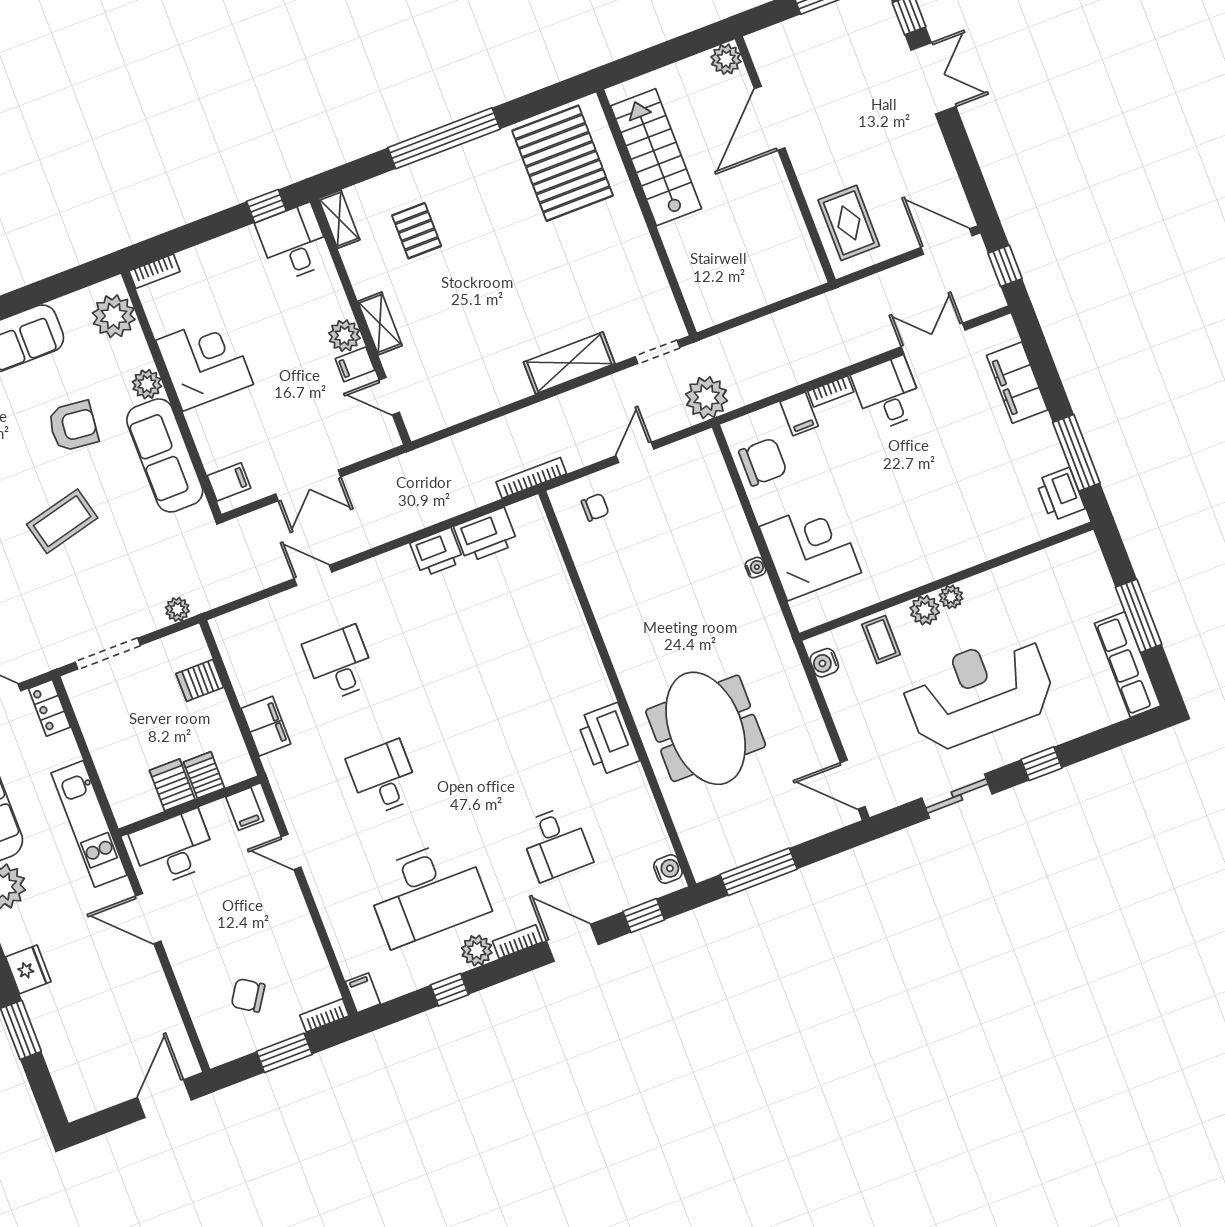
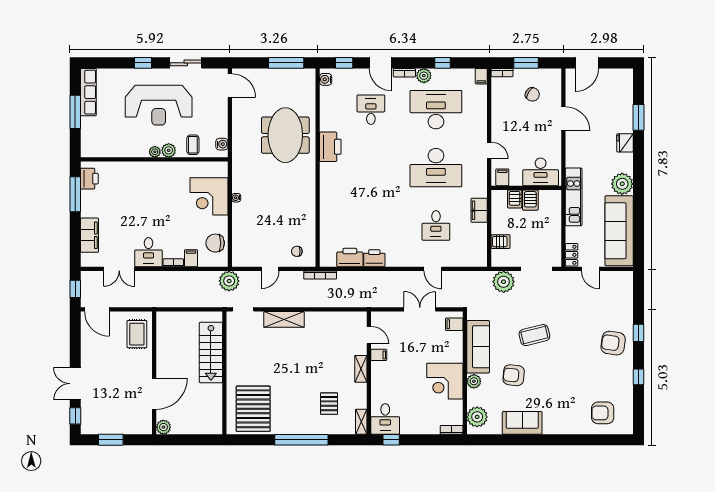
stairs: (656, 157) -> (211, 352), moved
plant: (344, 336) -> (379, 369), removed
plant: (177, 609) -> (504, 282), width x1.88, depth x1.88
desk: (383, 778) -> (436, 168), width x1.87, depth x1.30
door: (148, 919) -> (563, 119), moved

